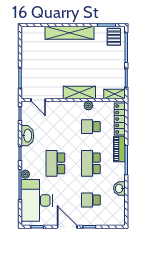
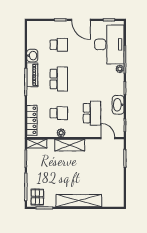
piano: (119, 149) -> (32, 75), moved
school desk: (55, 163) -> (92, 113), moved

